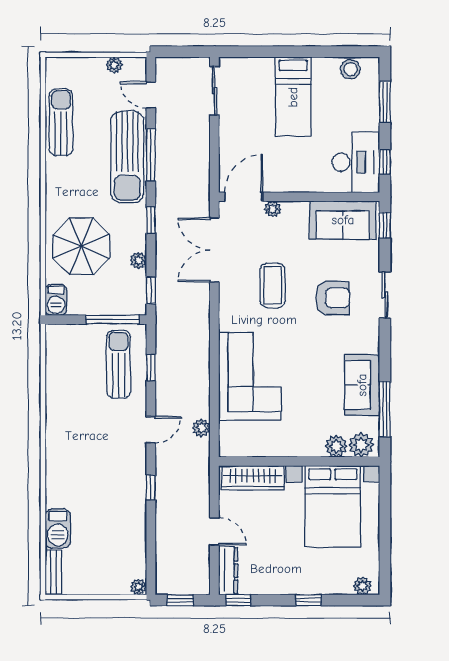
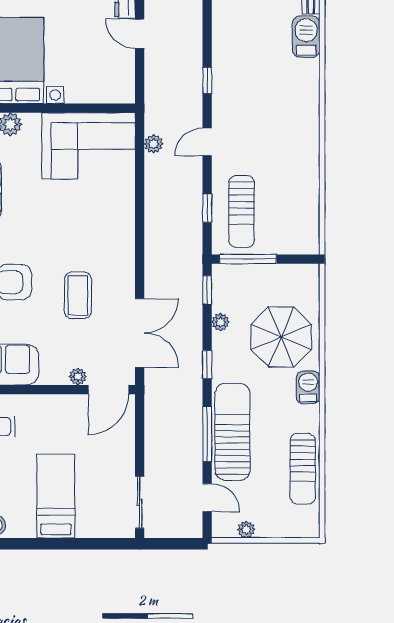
barbecue: (56, 300) -> (308, 387), moved
corner sofa: (250, 376) -> (89, 146), moved, turned -90
wardrobe: (253, 478) -> (99, 91), removed

